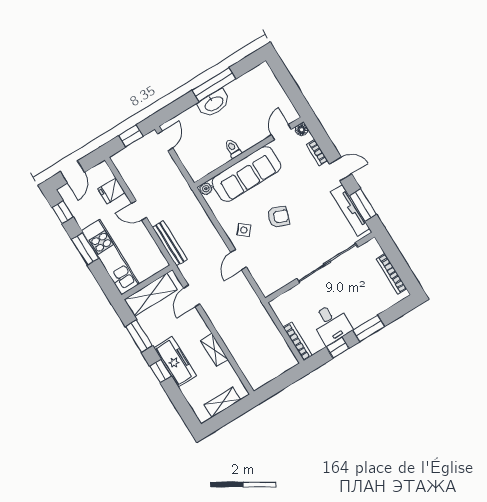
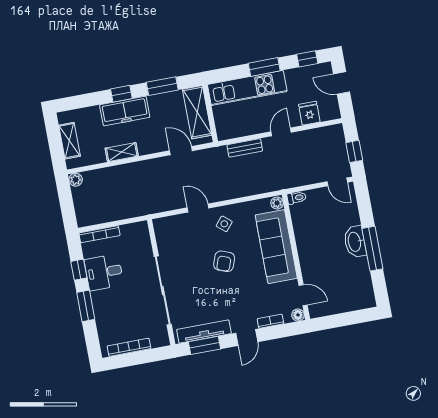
toilet: (233, 149) -> (297, 198), moved
bench: (170, 243) -> (245, 148), width x0.73
plant: (256, 383) -> (76, 180), added

